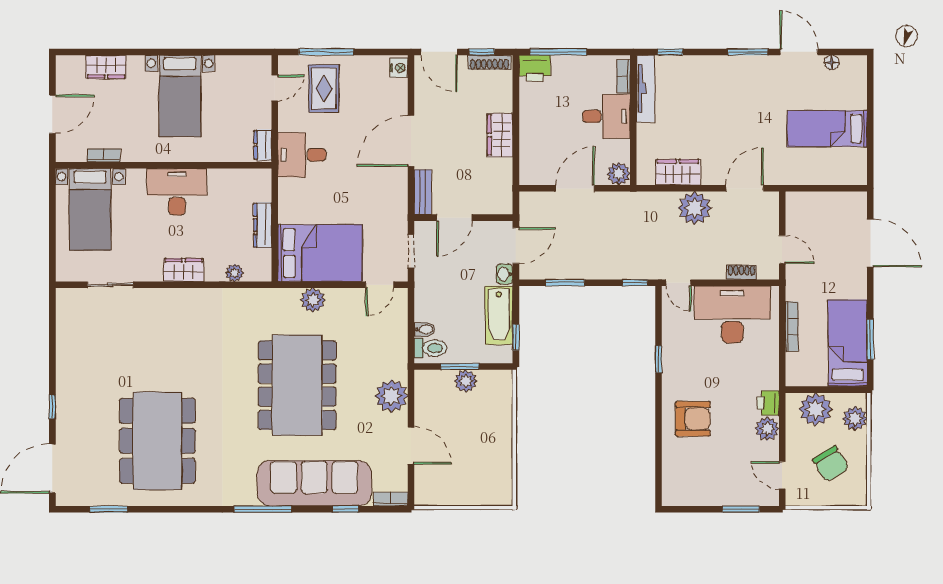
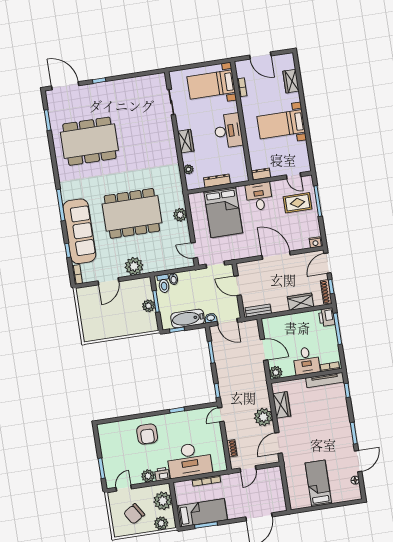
wardrobe: (500, 135) -> (301, 302), moved
door: (745, 188) -> (278, 443), swing flipped
bench: (423, 192) -> (258, 311), moved
bed: (320, 253) -> (223, 212), moved
desk: (732, 314) -> (189, 460), moved, turned 90

